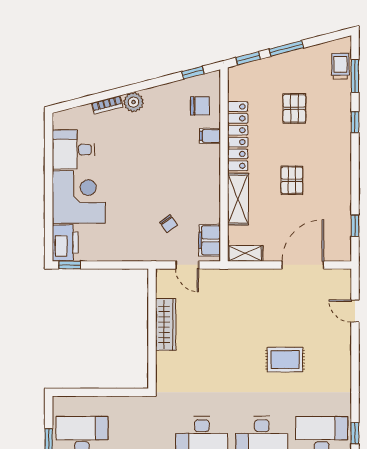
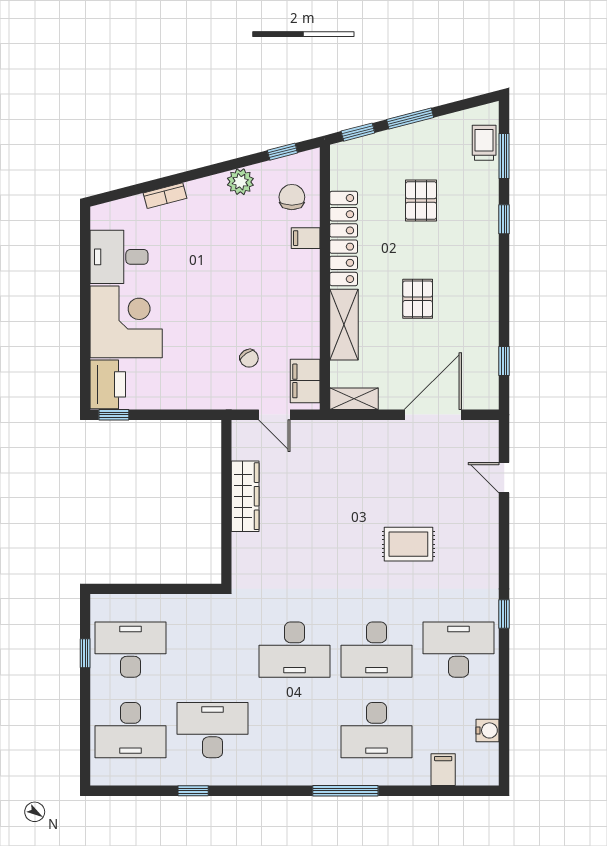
plant: (134, 102) -> (240, 182), moved
chair: (200, 106) -> (292, 197), turned -90
window: (355, 433) -> (504, 614), moved

